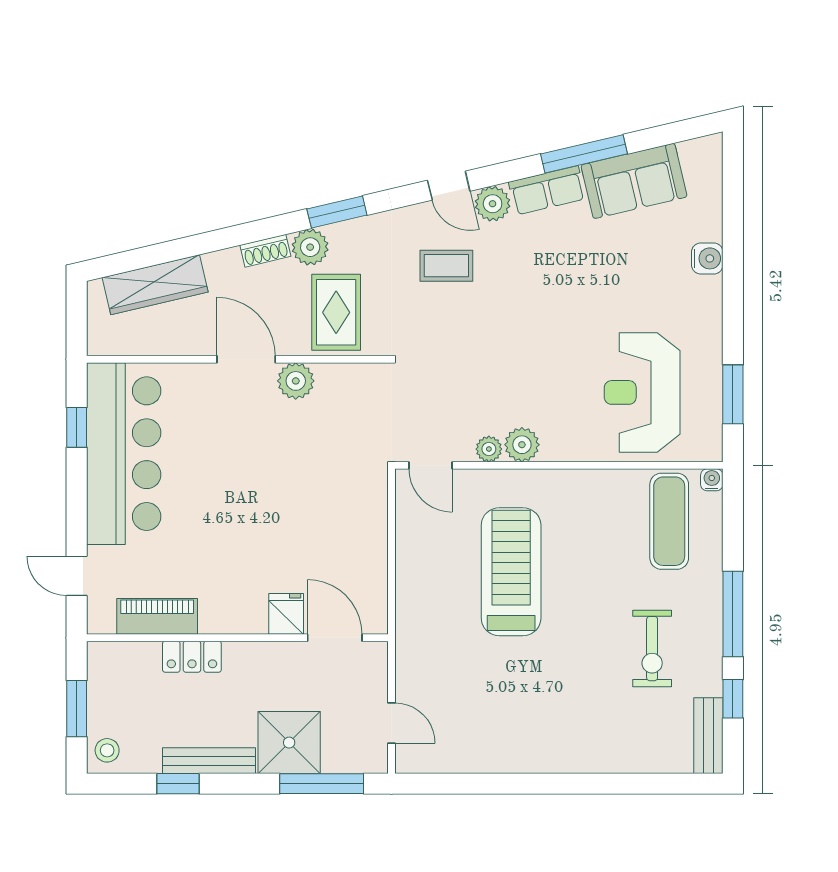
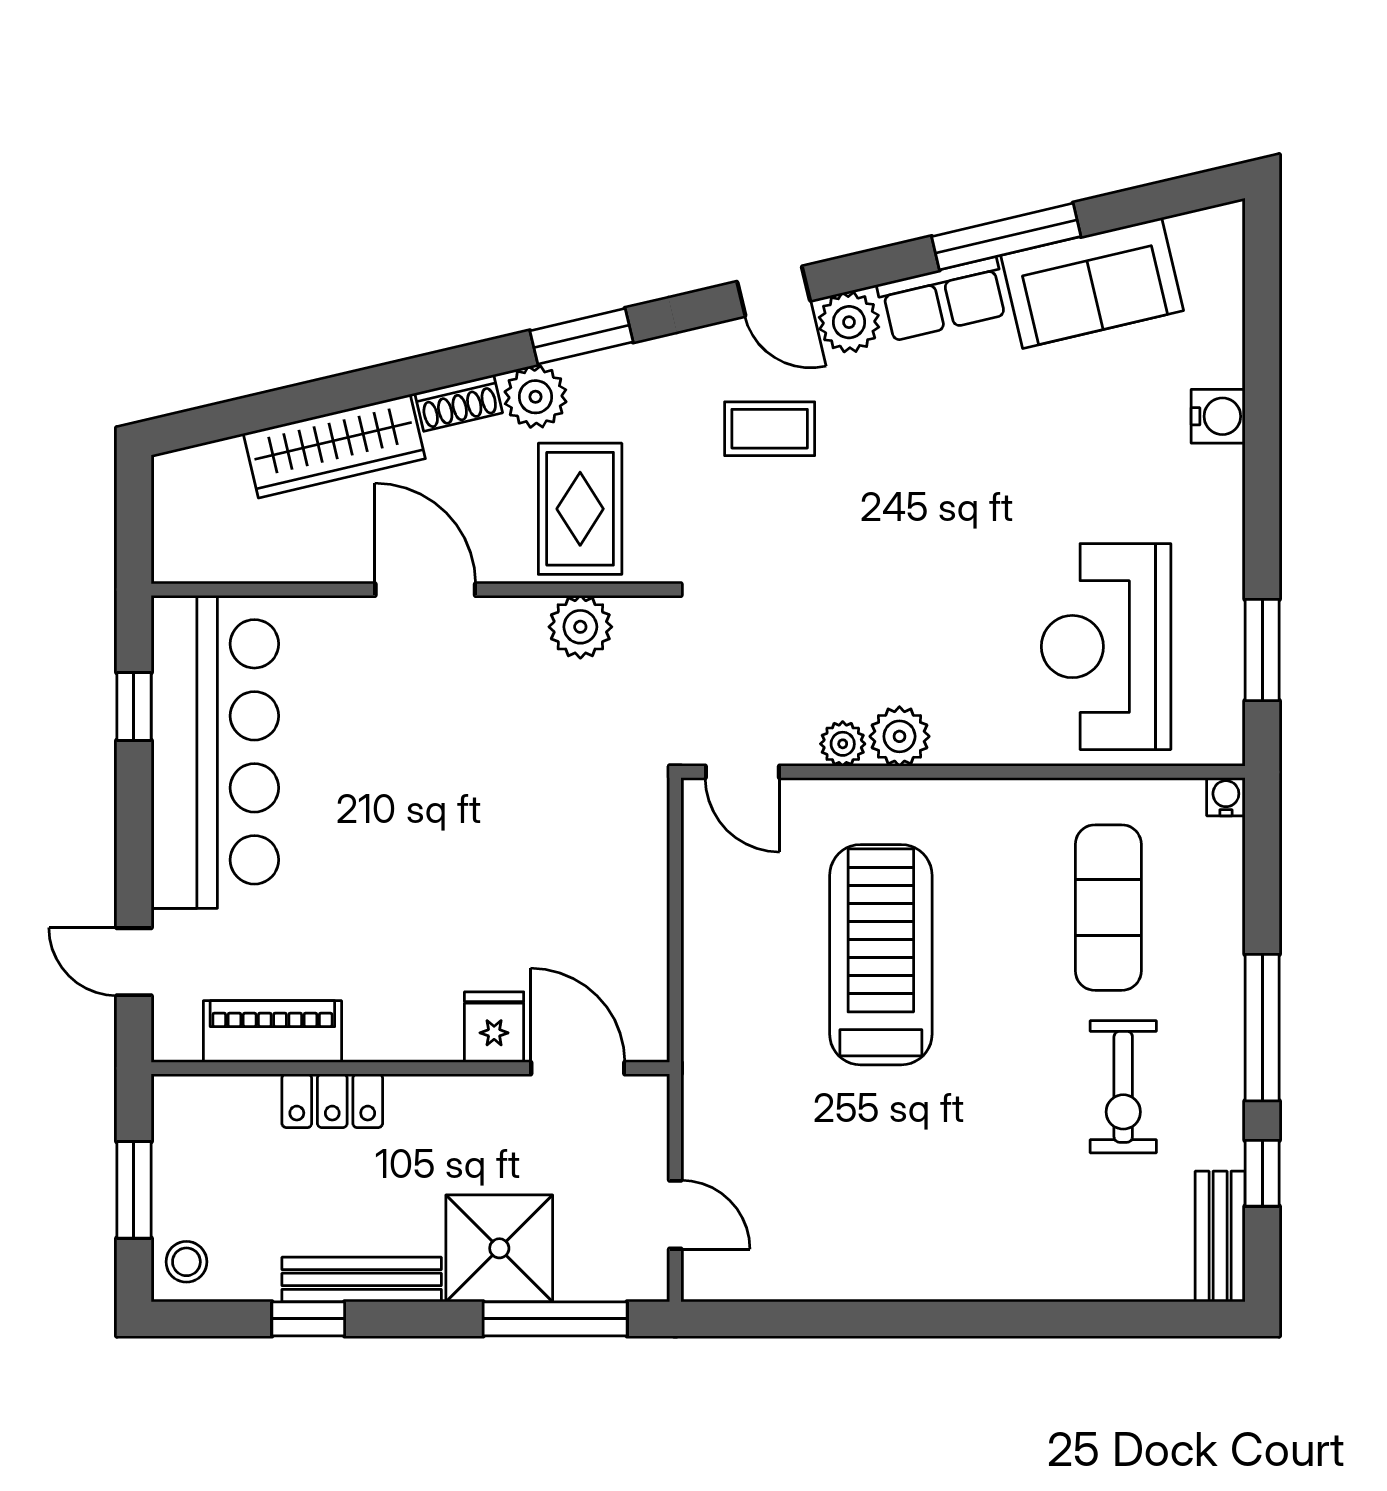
wardrobe: (155, 285) -> (334, 446), moved
plant: (296, 381) -> (580, 627), moved
exercise mat: (669, 521) -> (1108, 908), moved

